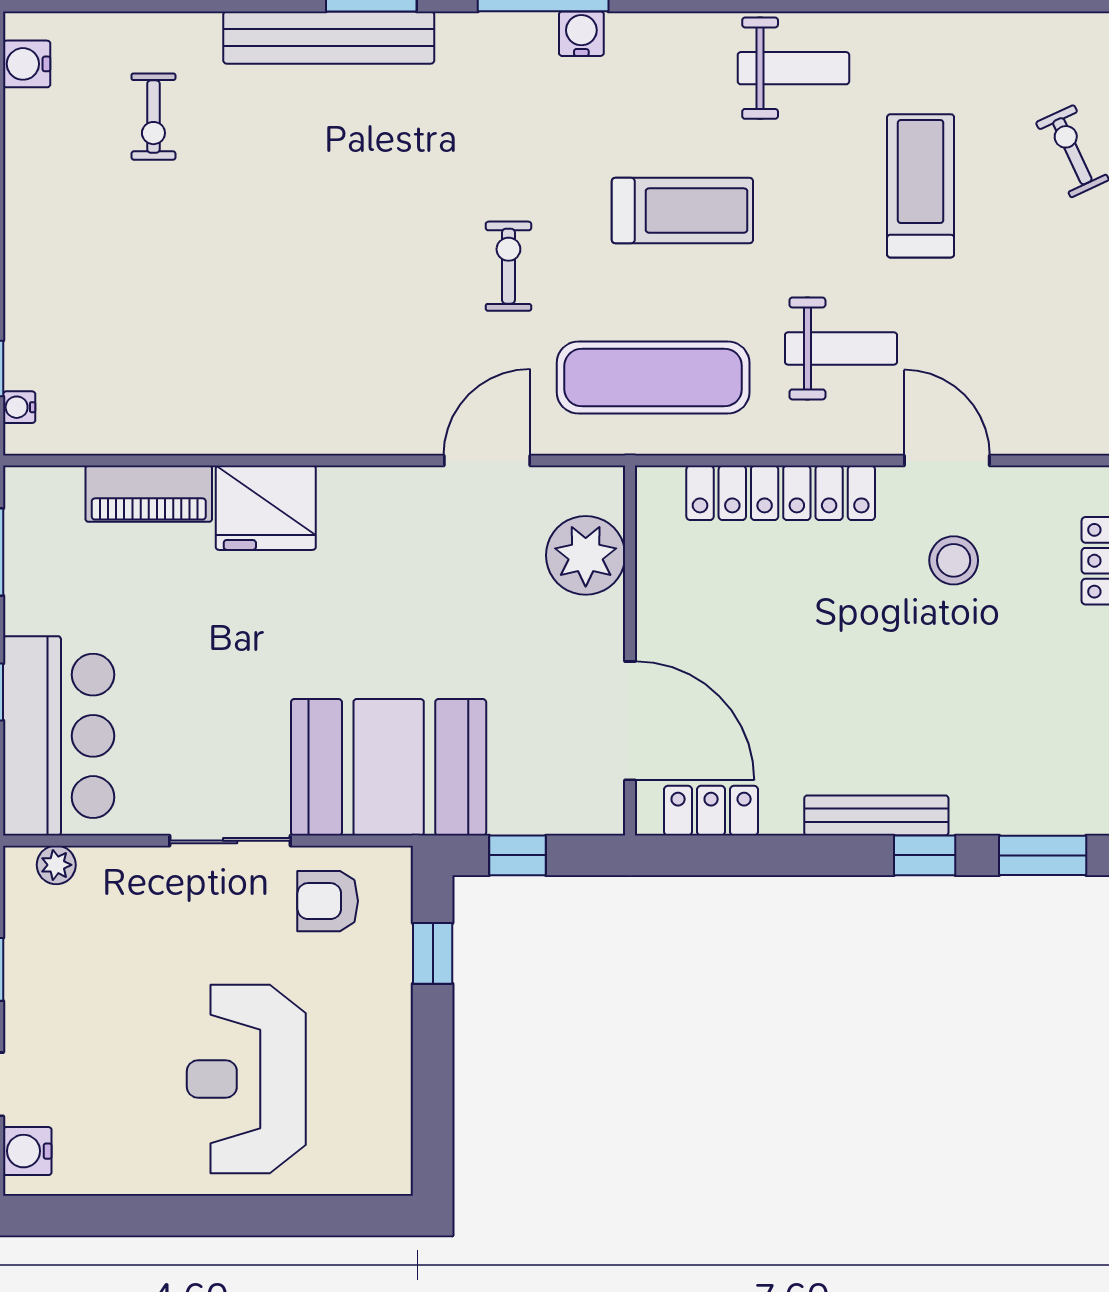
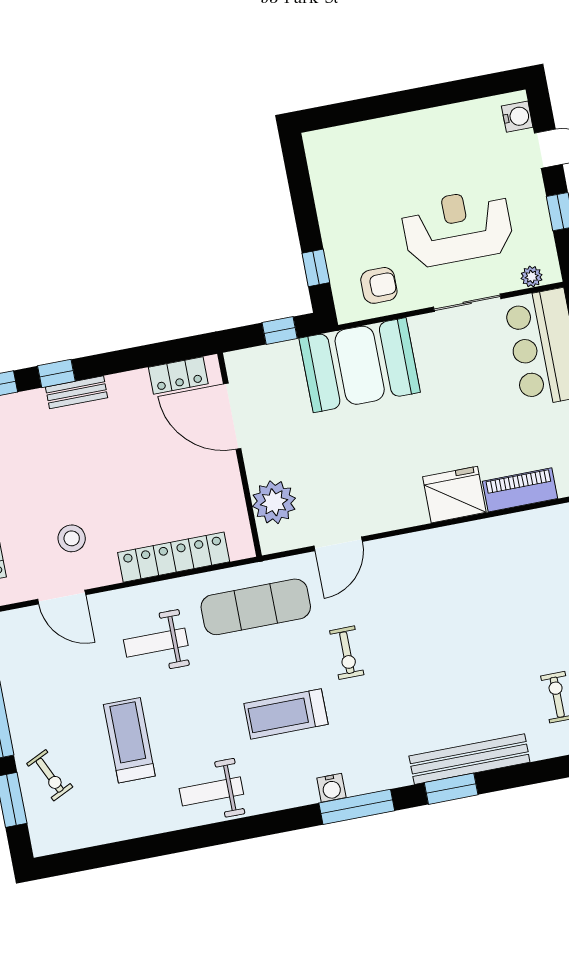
treadmill: (921, 186) -> (129, 740), turned 180
treadmill: (682, 211) -> (286, 714), moved
door: (947, 461) -> (62, 597), moved
bench: (876, 815) -> (77, 392), width x0.73
sliding door: (230, 841) -> (467, 303), moved
reception desk: (246, 1079) -> (457, 228), moved, turned -90

